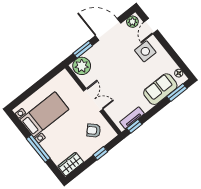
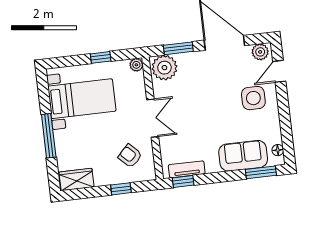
plant: (64, 75) -> (136, 65), added
window: (40, 83) -> (101, 57), added

